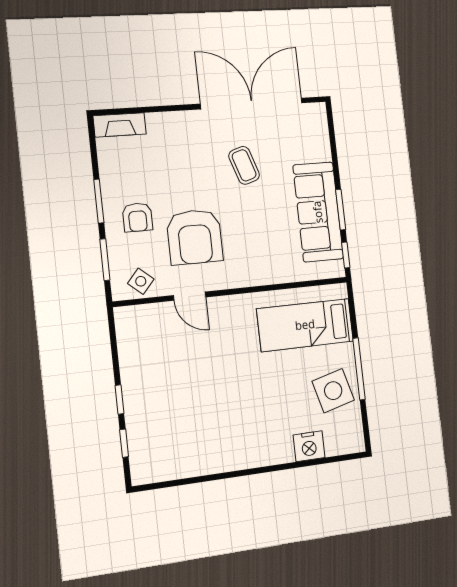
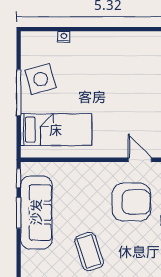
coffee table: (244, 165) -> (89, 252), width x1.36, depth x1.30
armchair: (195, 237) -> (131, 202), turned 90
nightstand: (309, 446) -> (64, 37), width x0.53, depth x0.56

